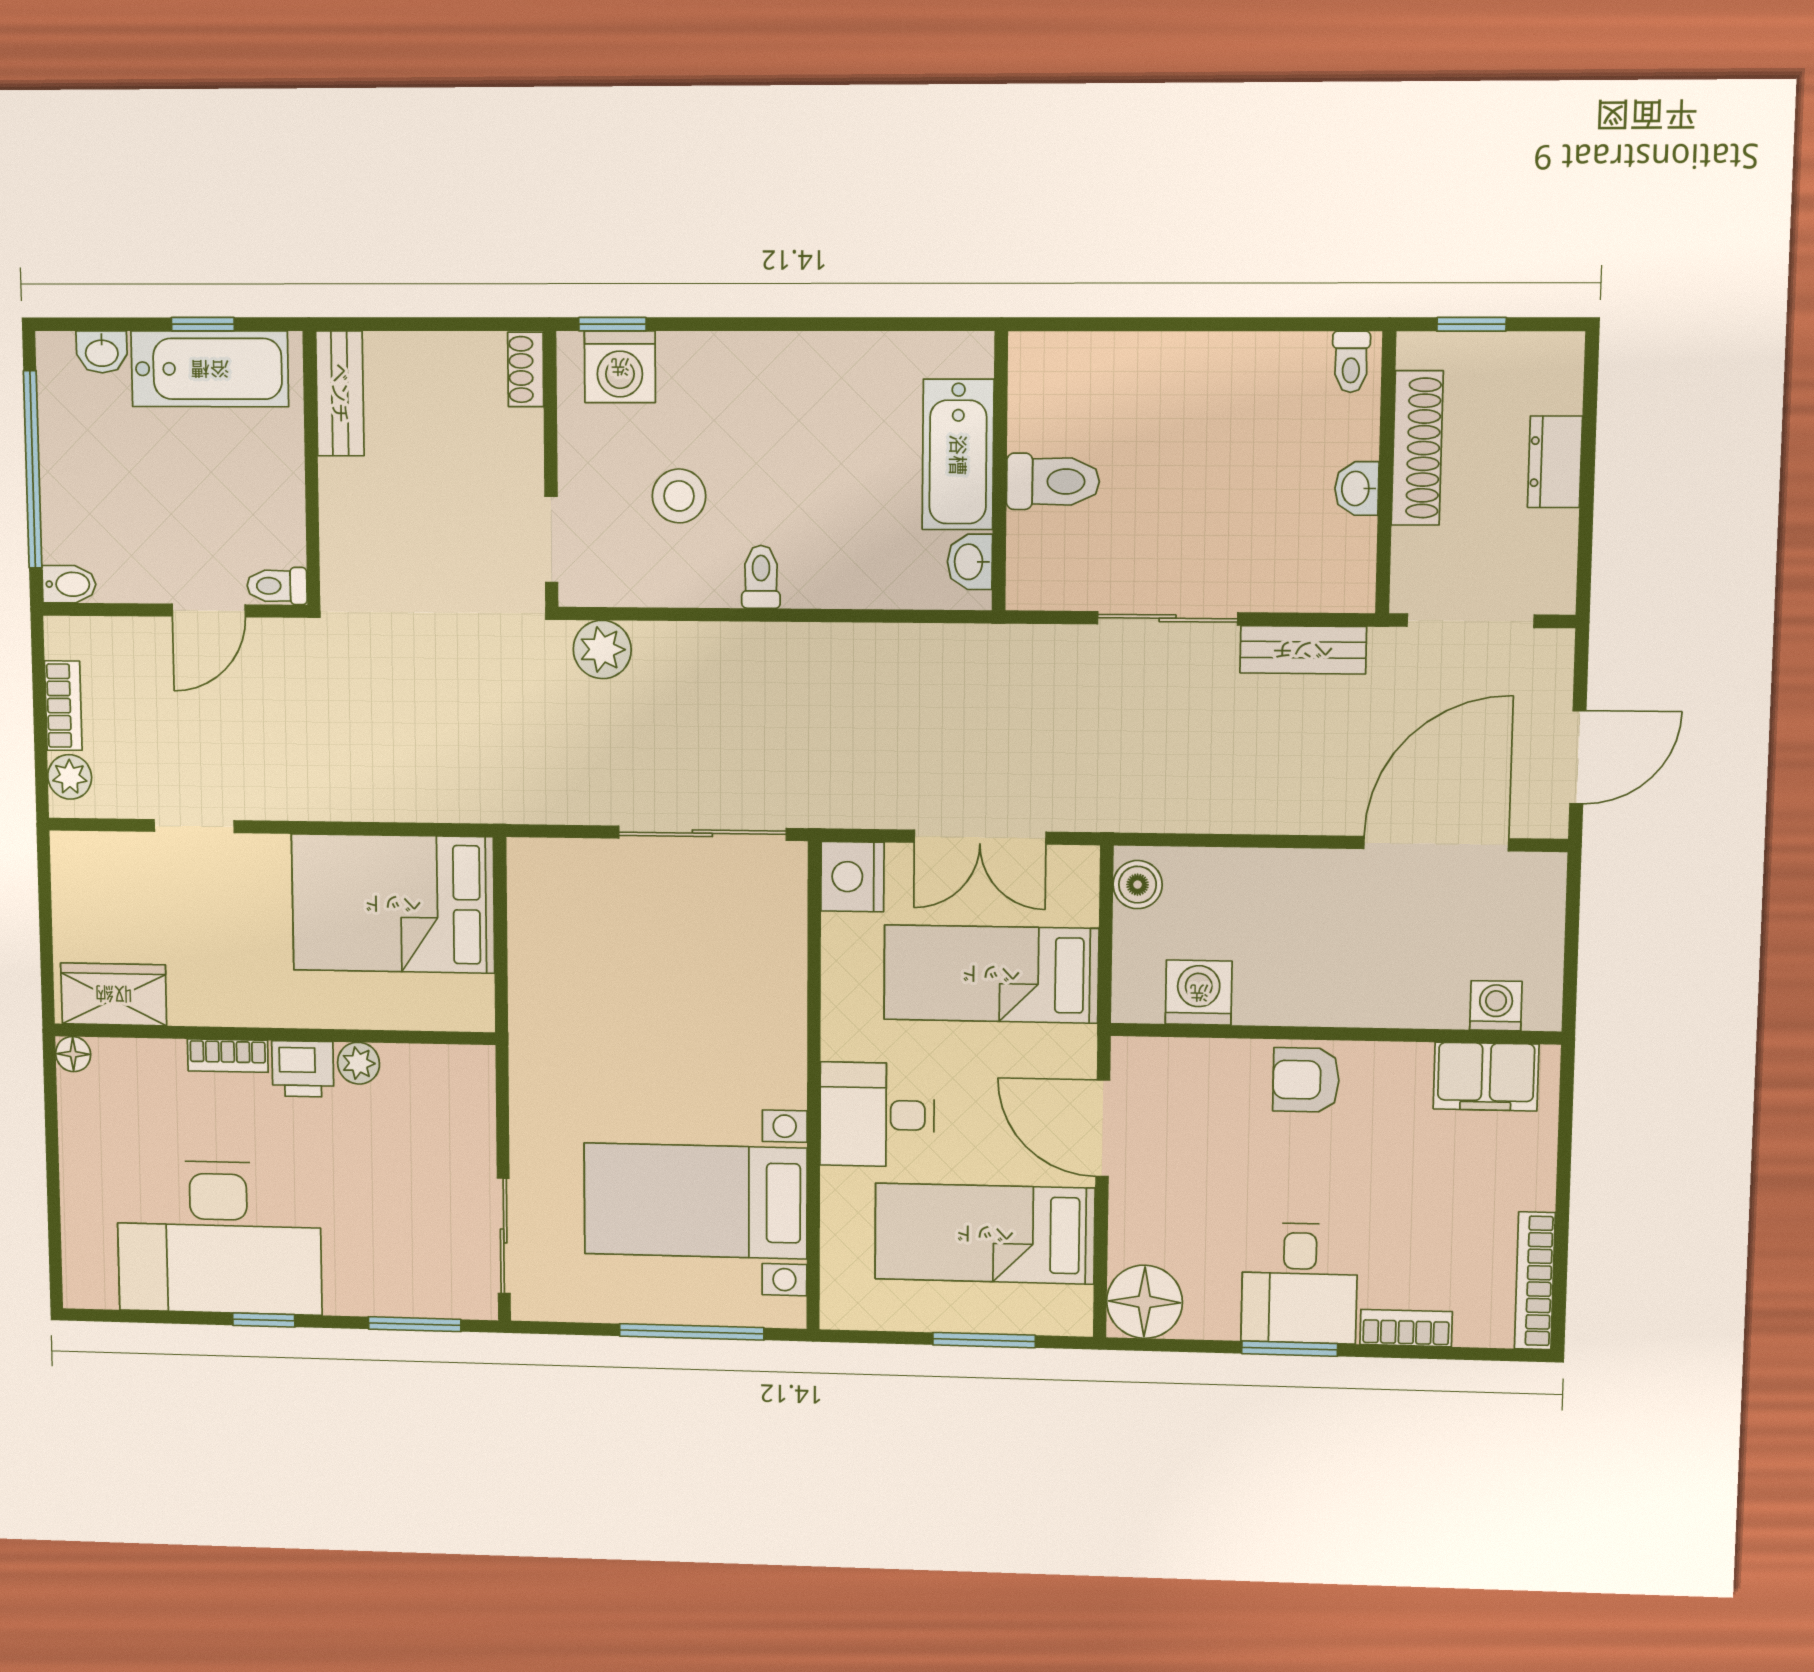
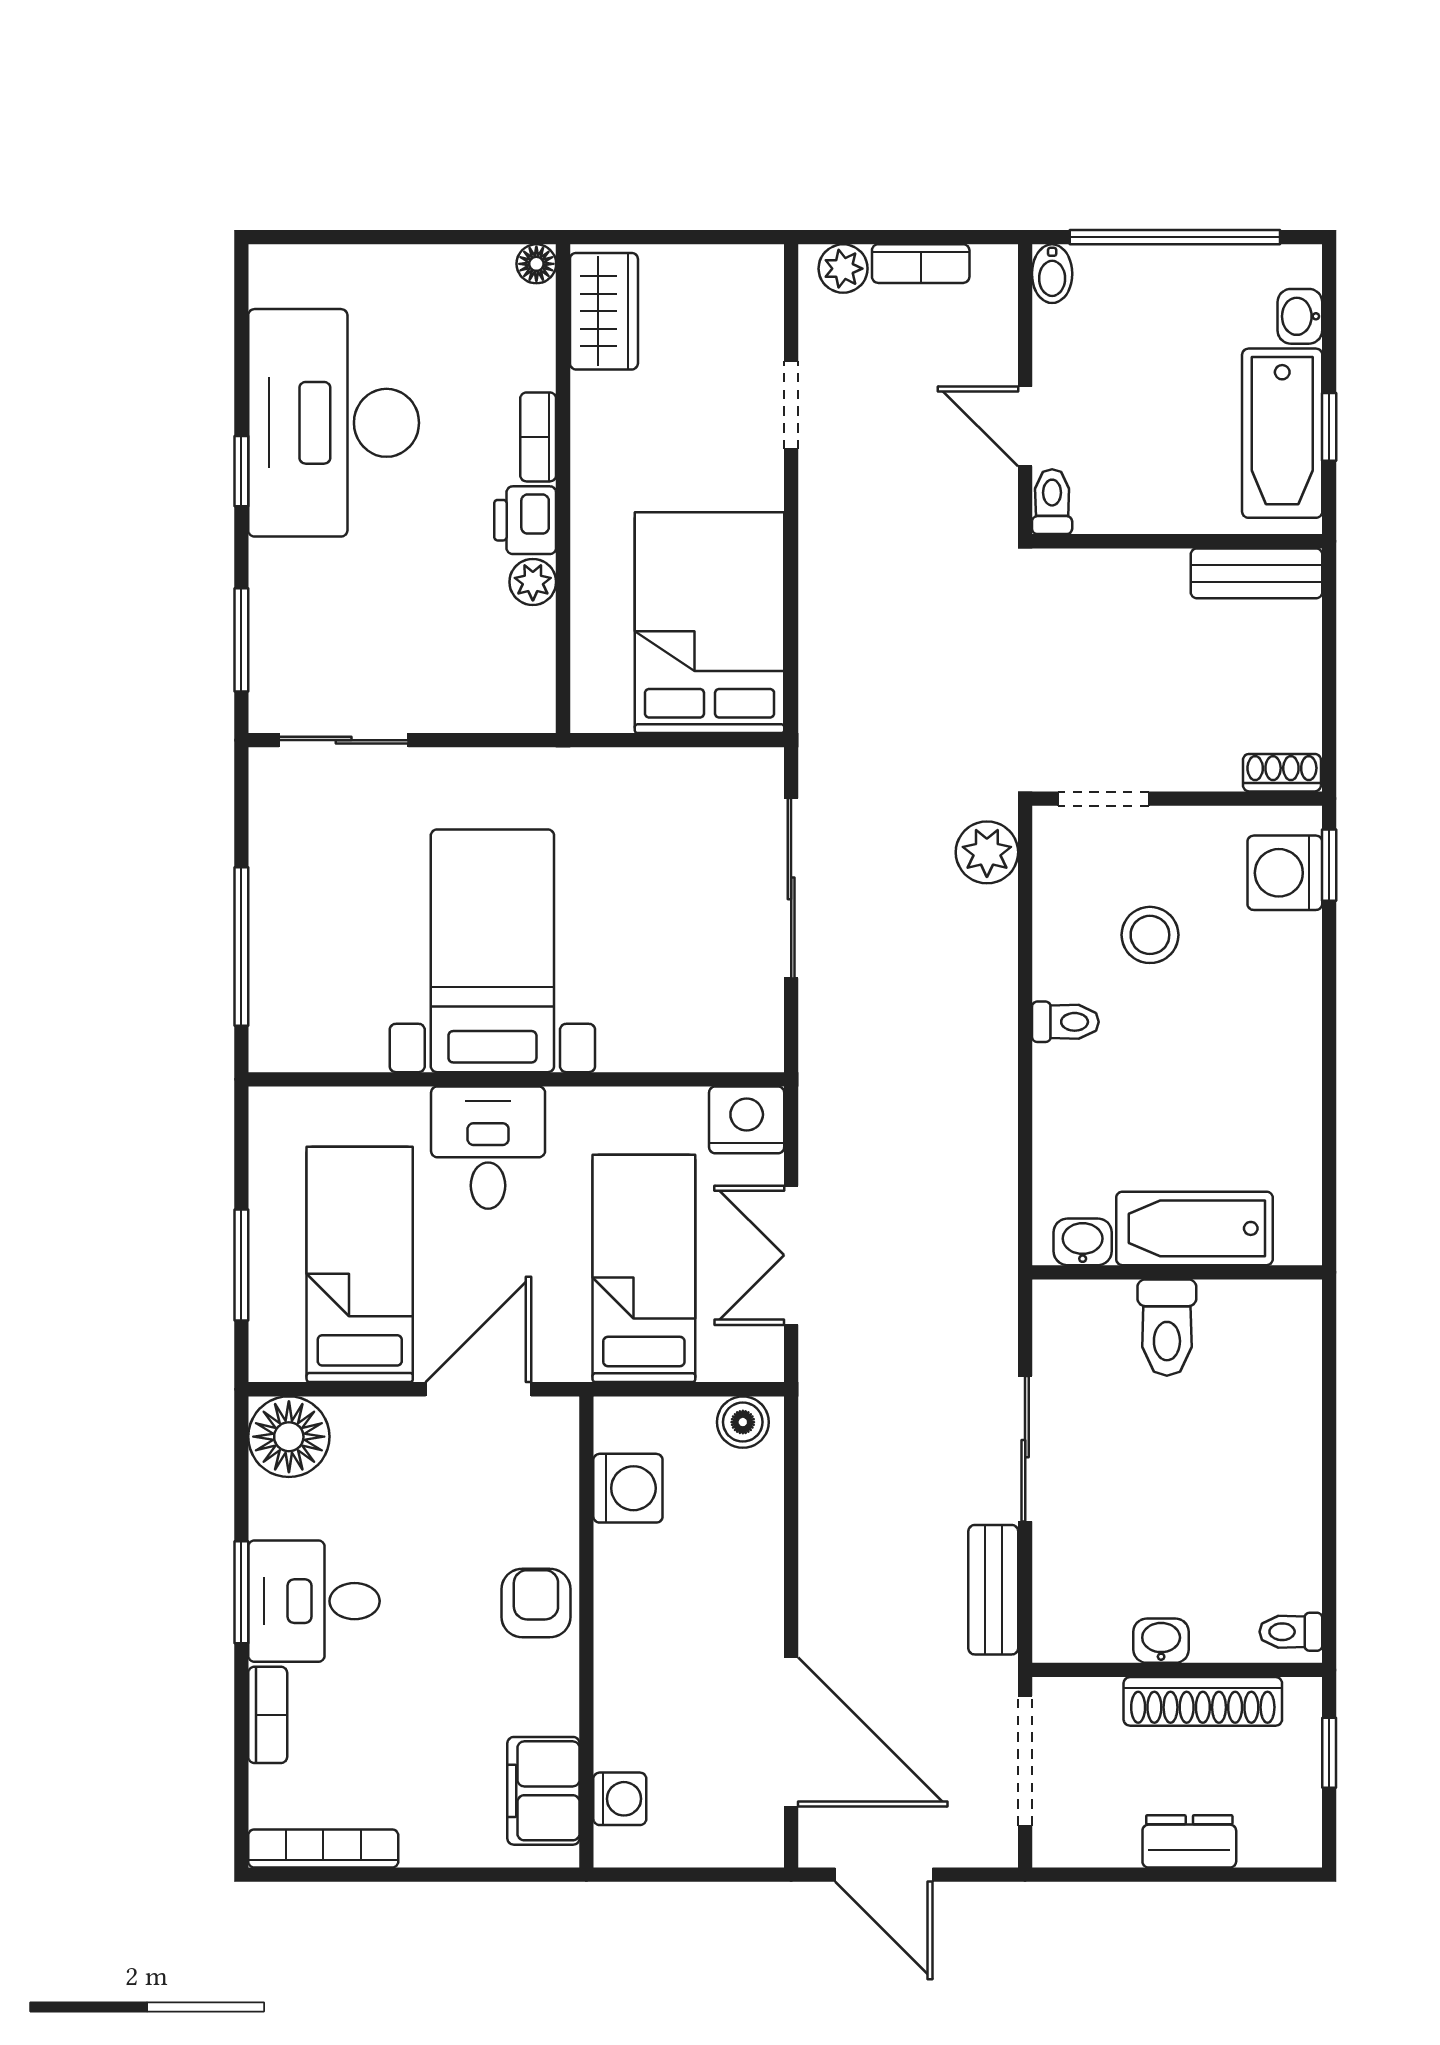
sliding door: (702, 833) -> (791, 888), moved
bed with nightstands: (695, 1201) -> (492, 951), moved

